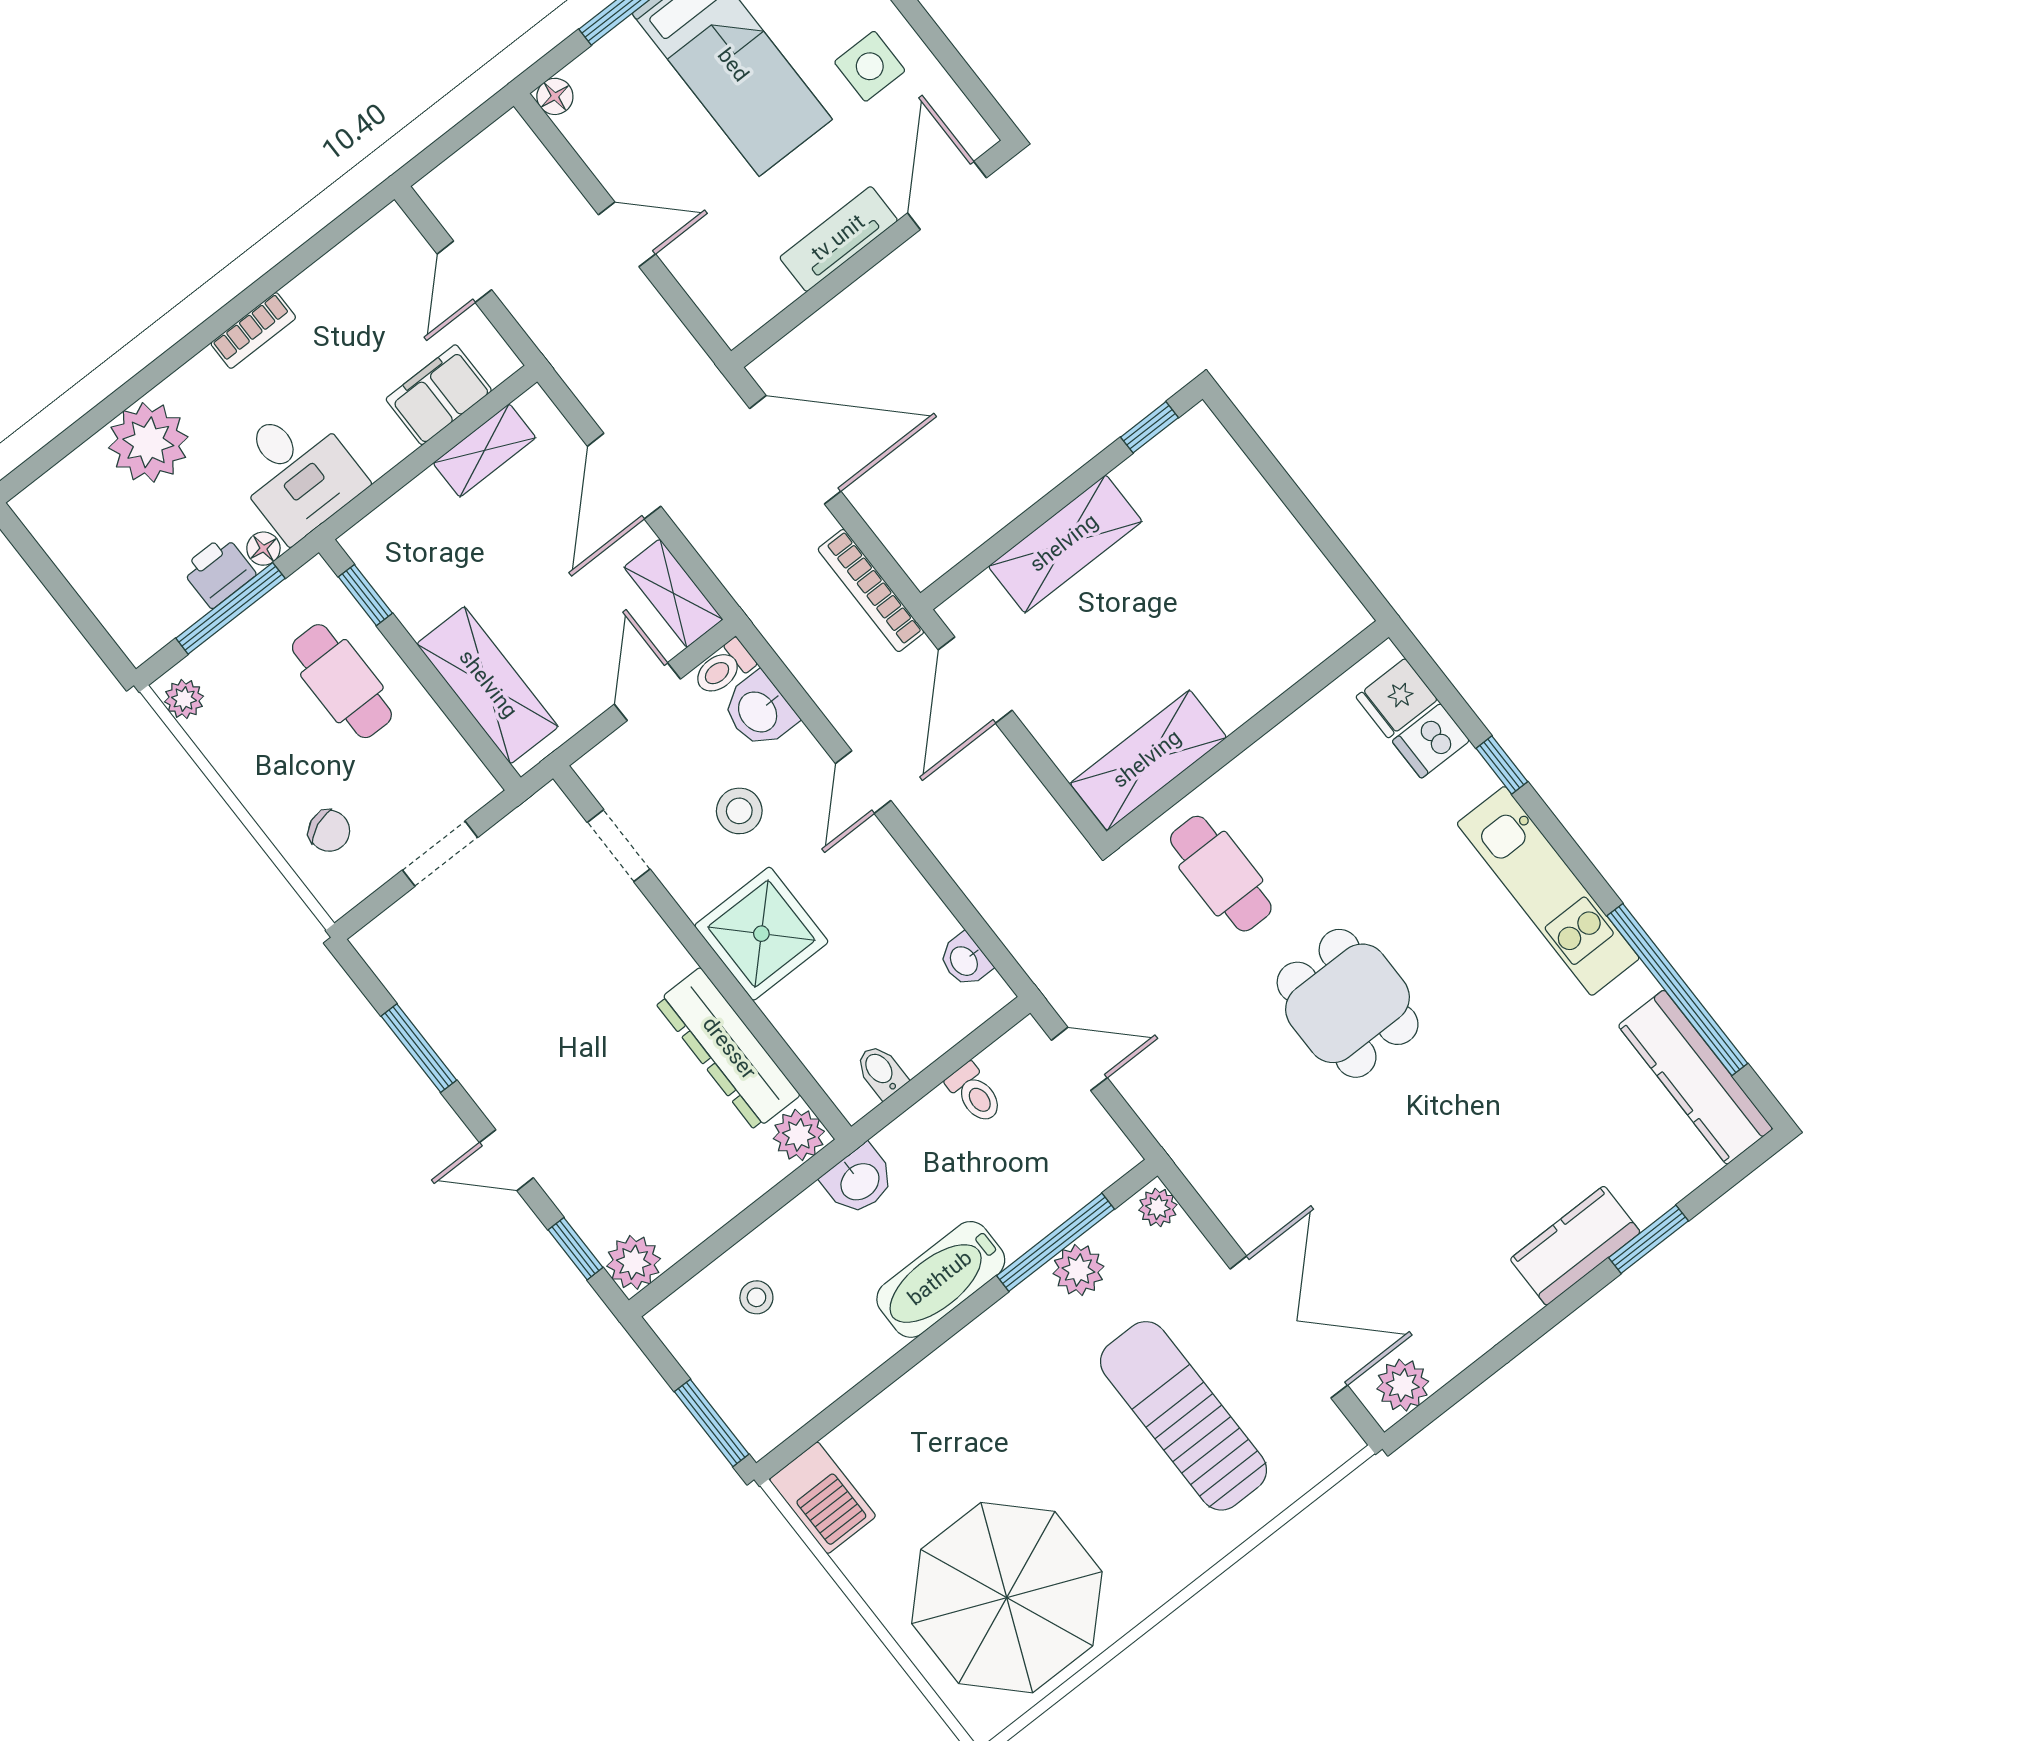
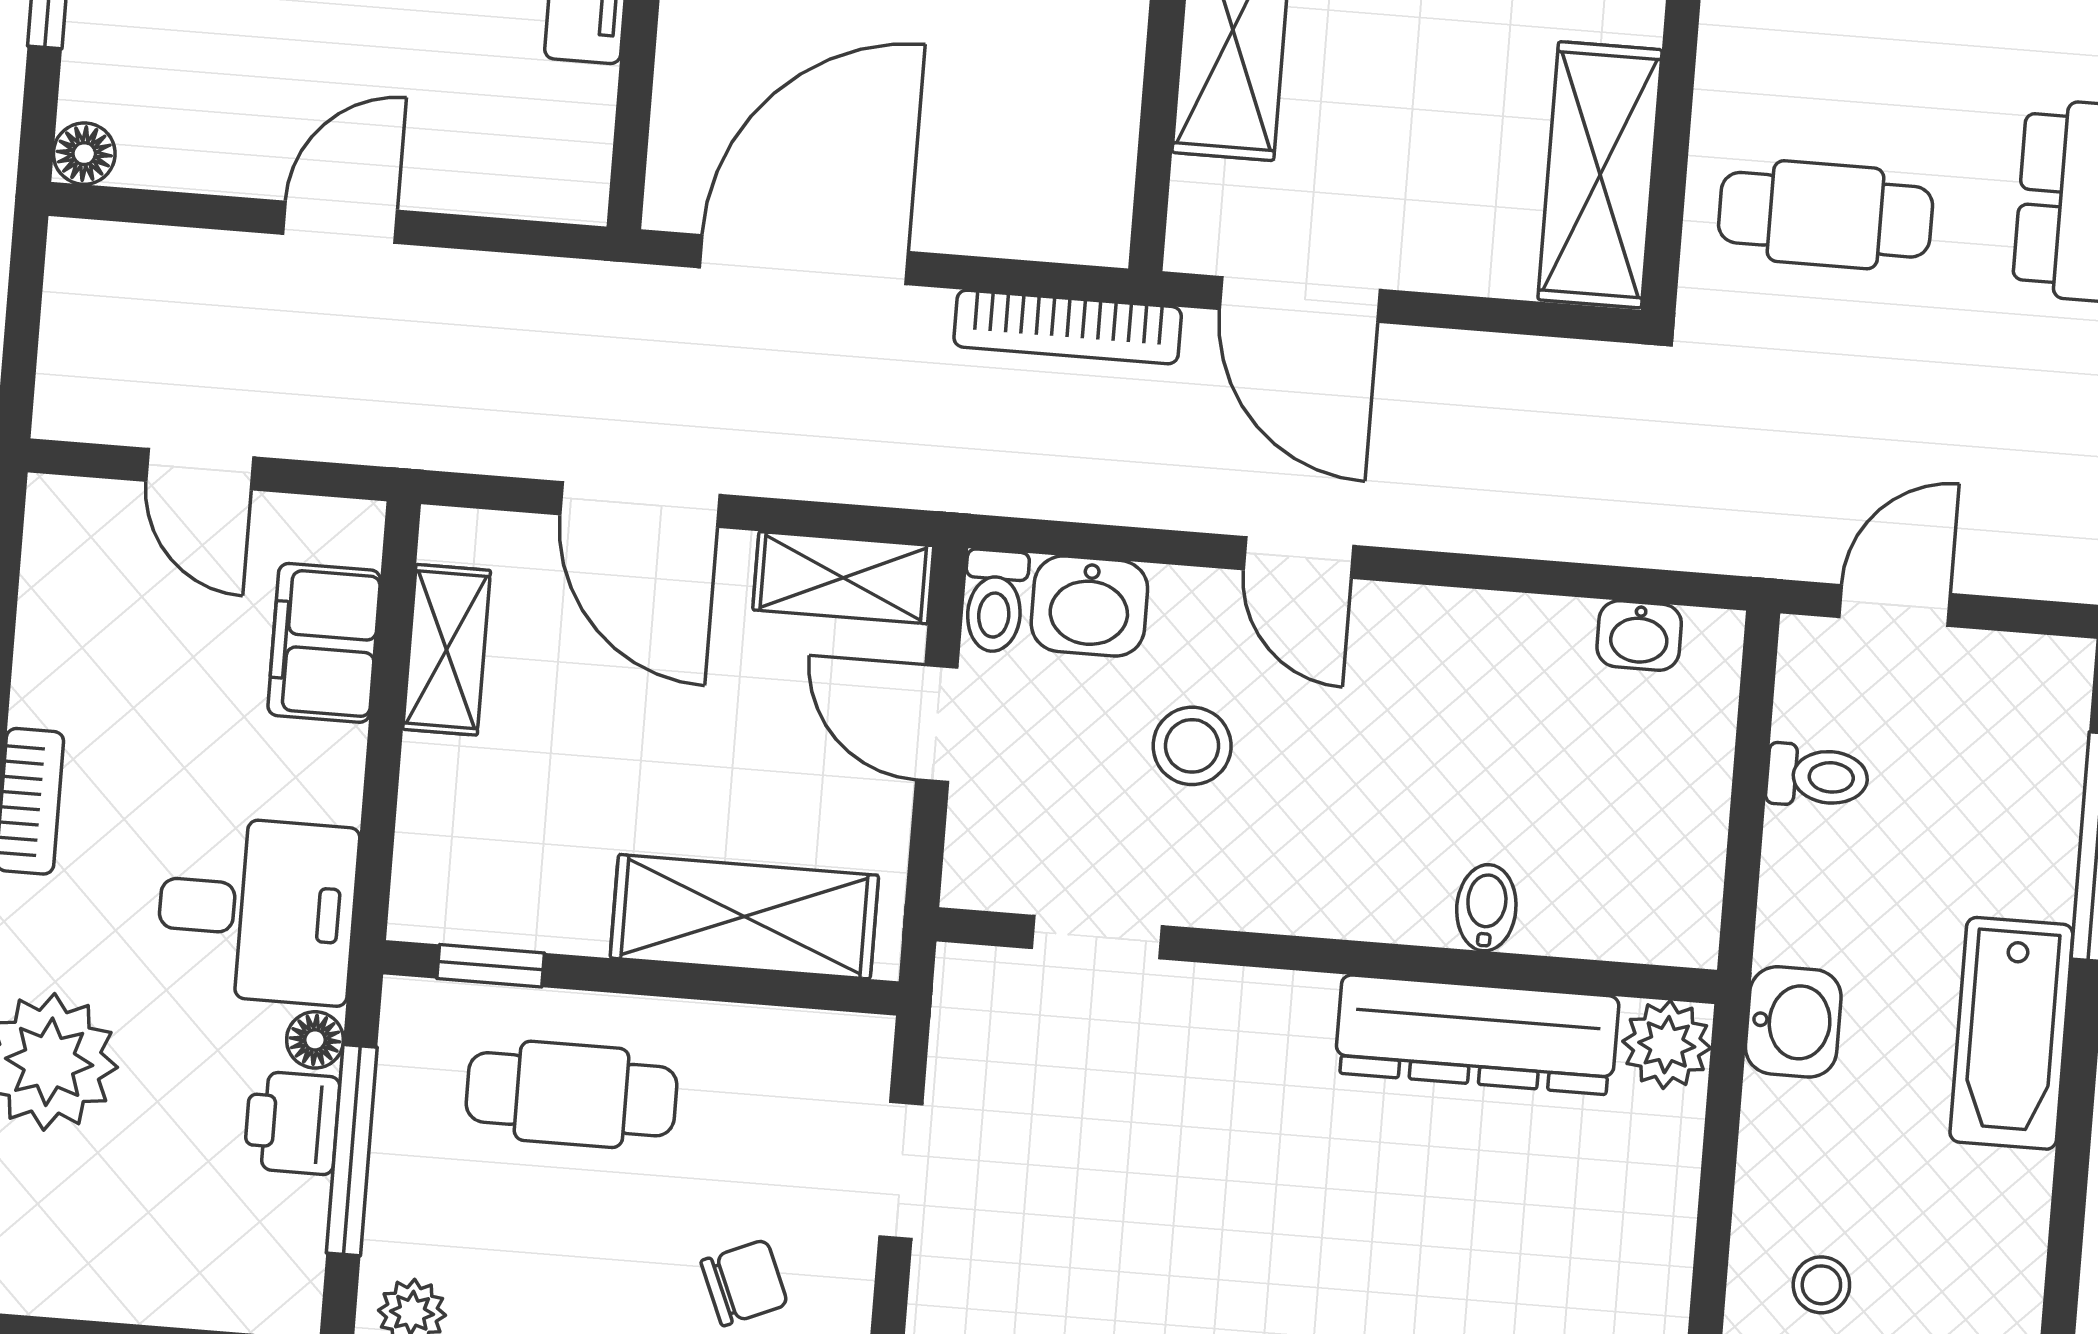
shower: (761, 934) -> (1371, 860), removed
bidet: (881, 1071) -> (1486, 908), moved, turned 90

